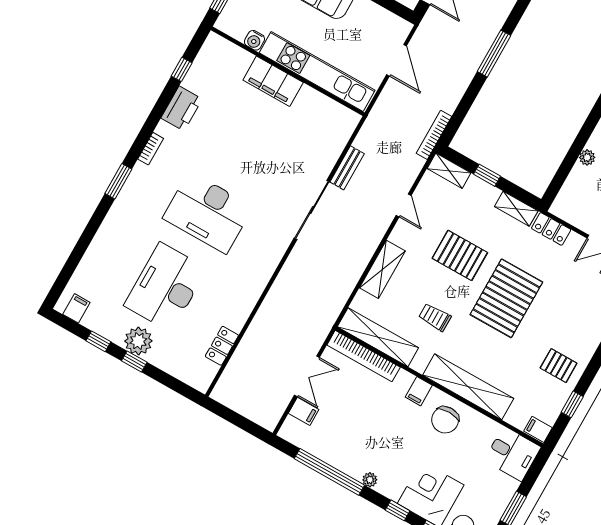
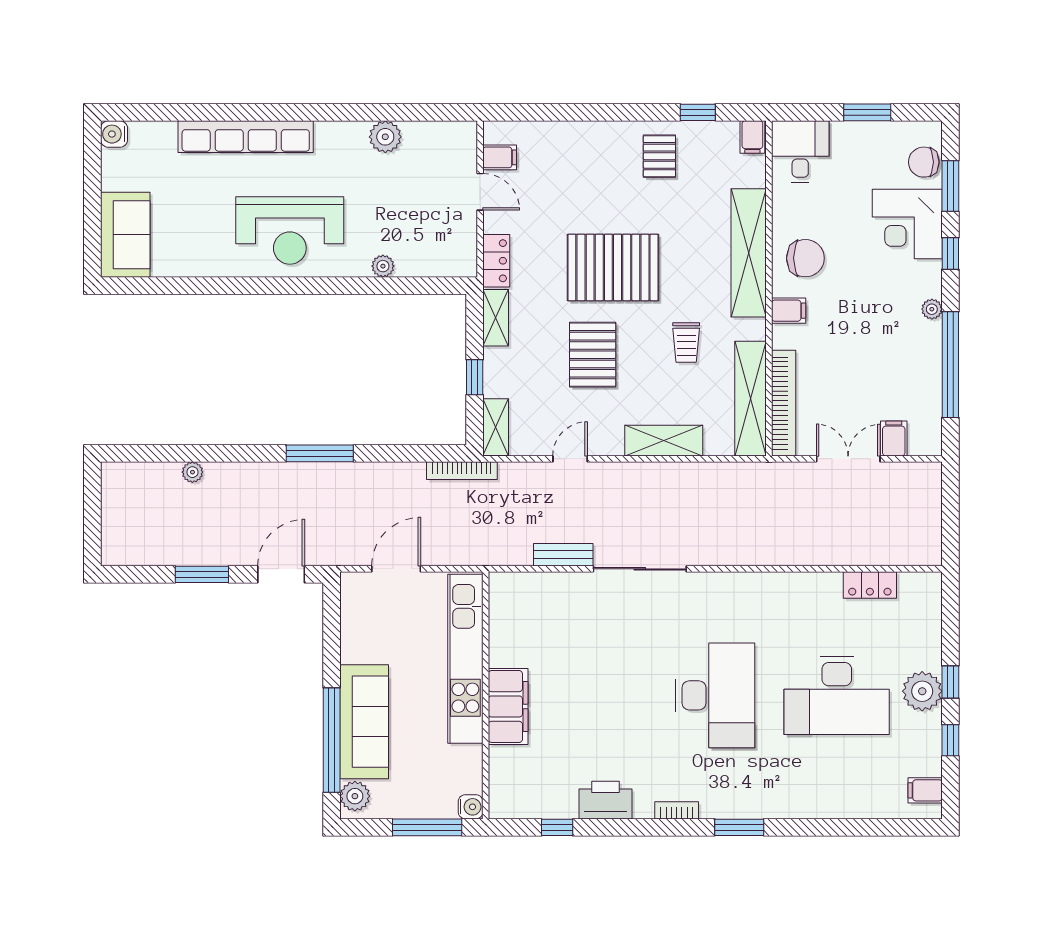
water cooler: (254, 40) -> (471, 807), moved

